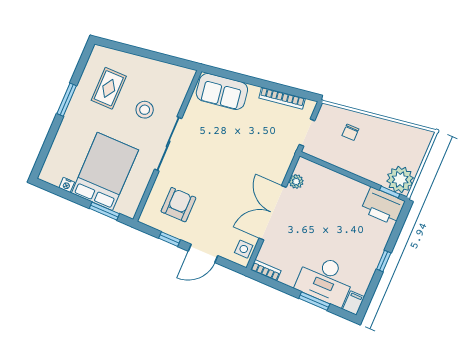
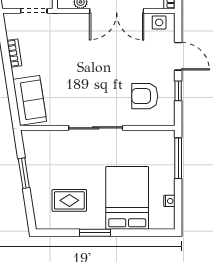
window: (154, 56) -> (24, 173), added
bookcase: (282, 98) -> (14, 53), width x0.64
stool: (145, 110) -> (75, 161), removed
bed: (105, 171) -> (127, 198), moved, turned 90
window: (104, 211) -> (178, 158), width x1.44

